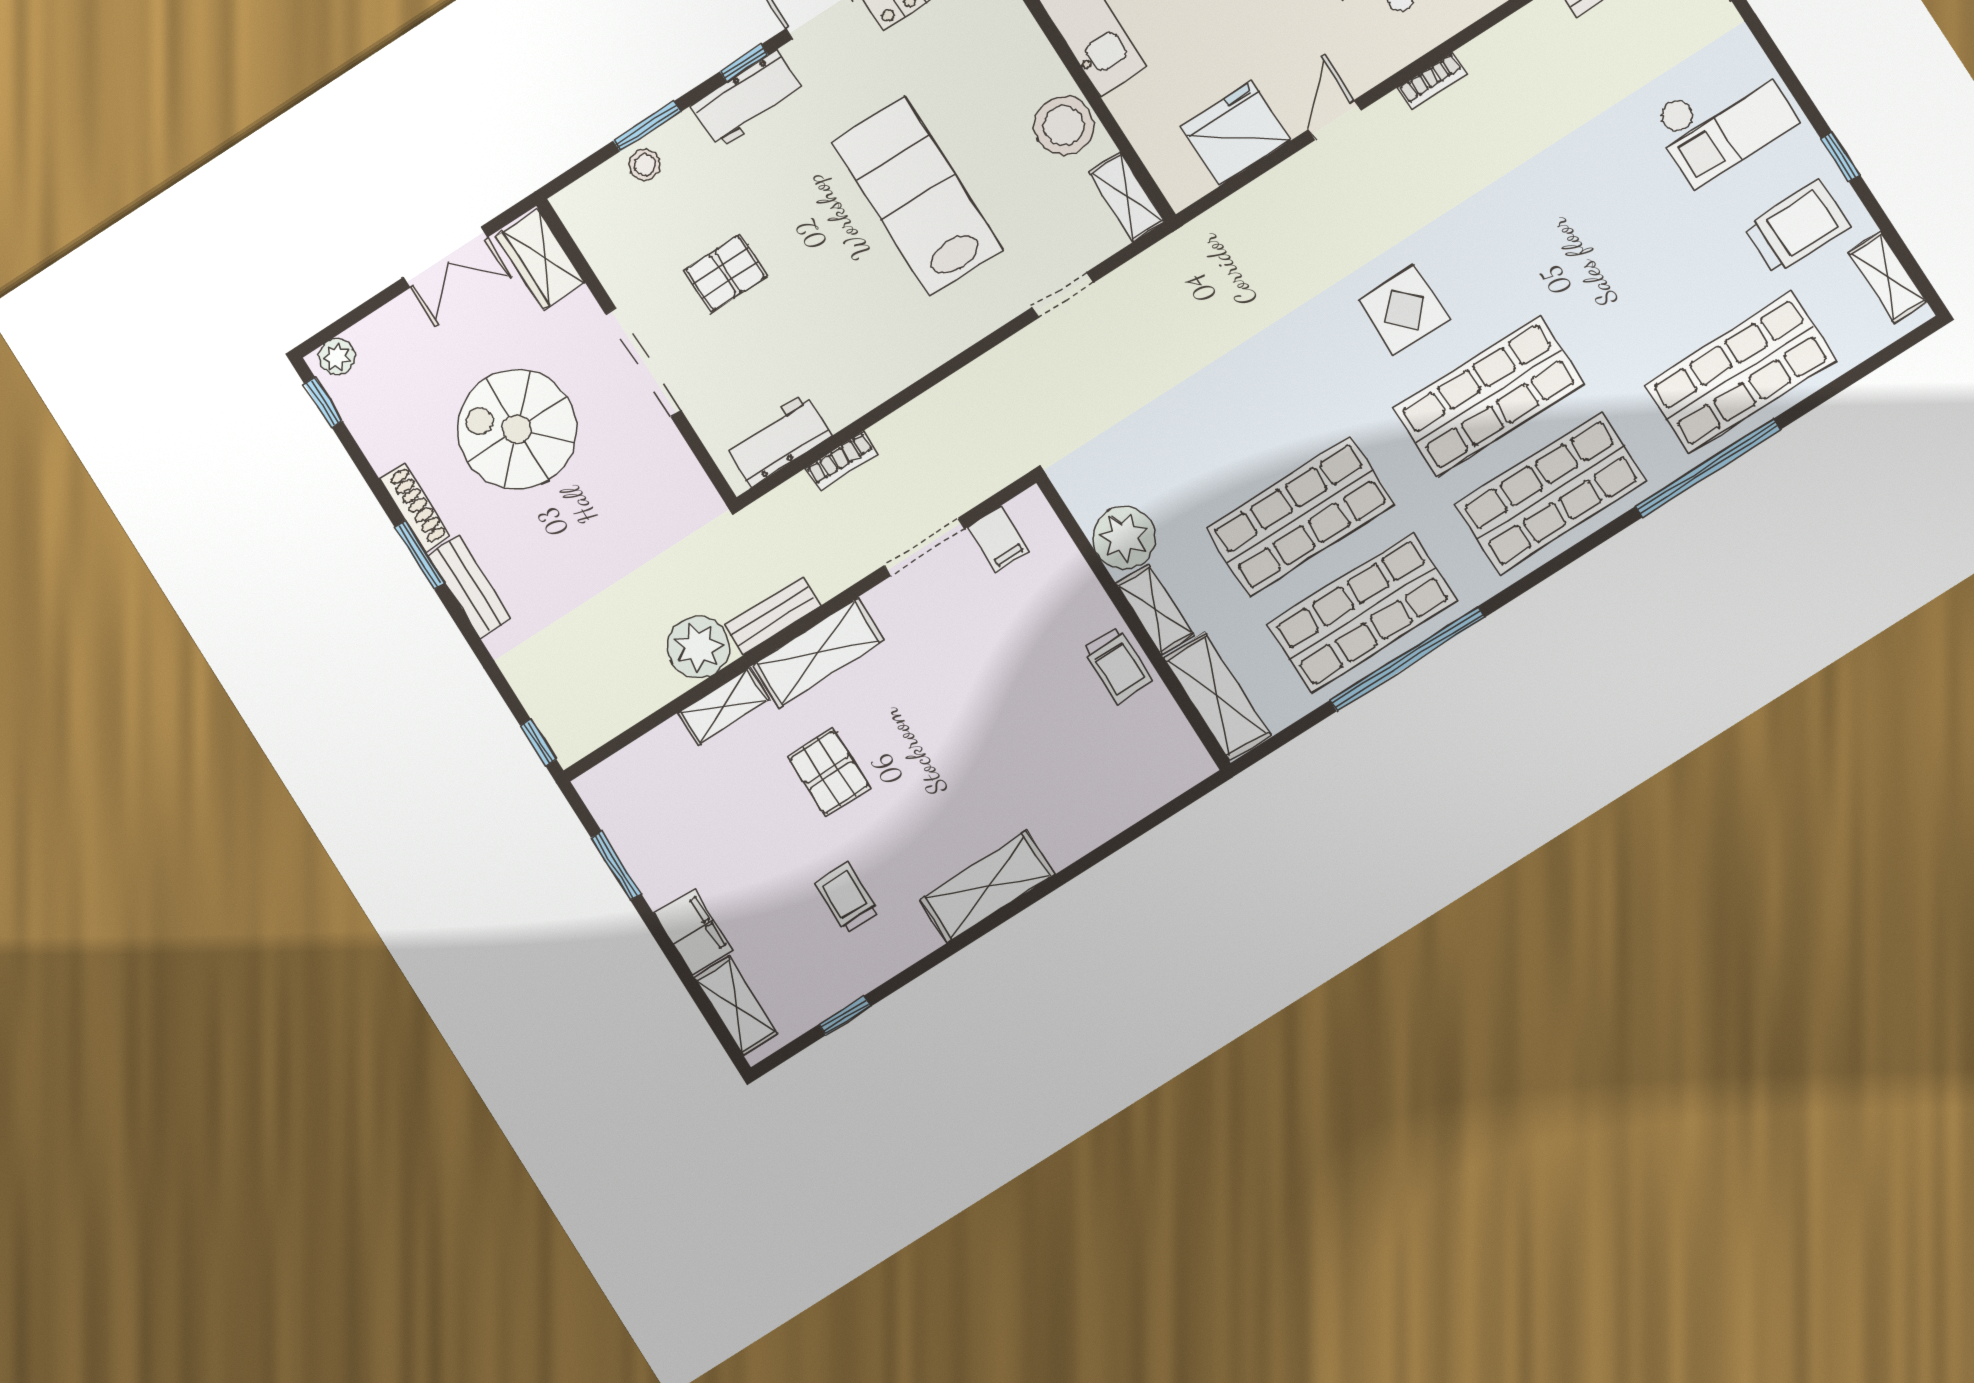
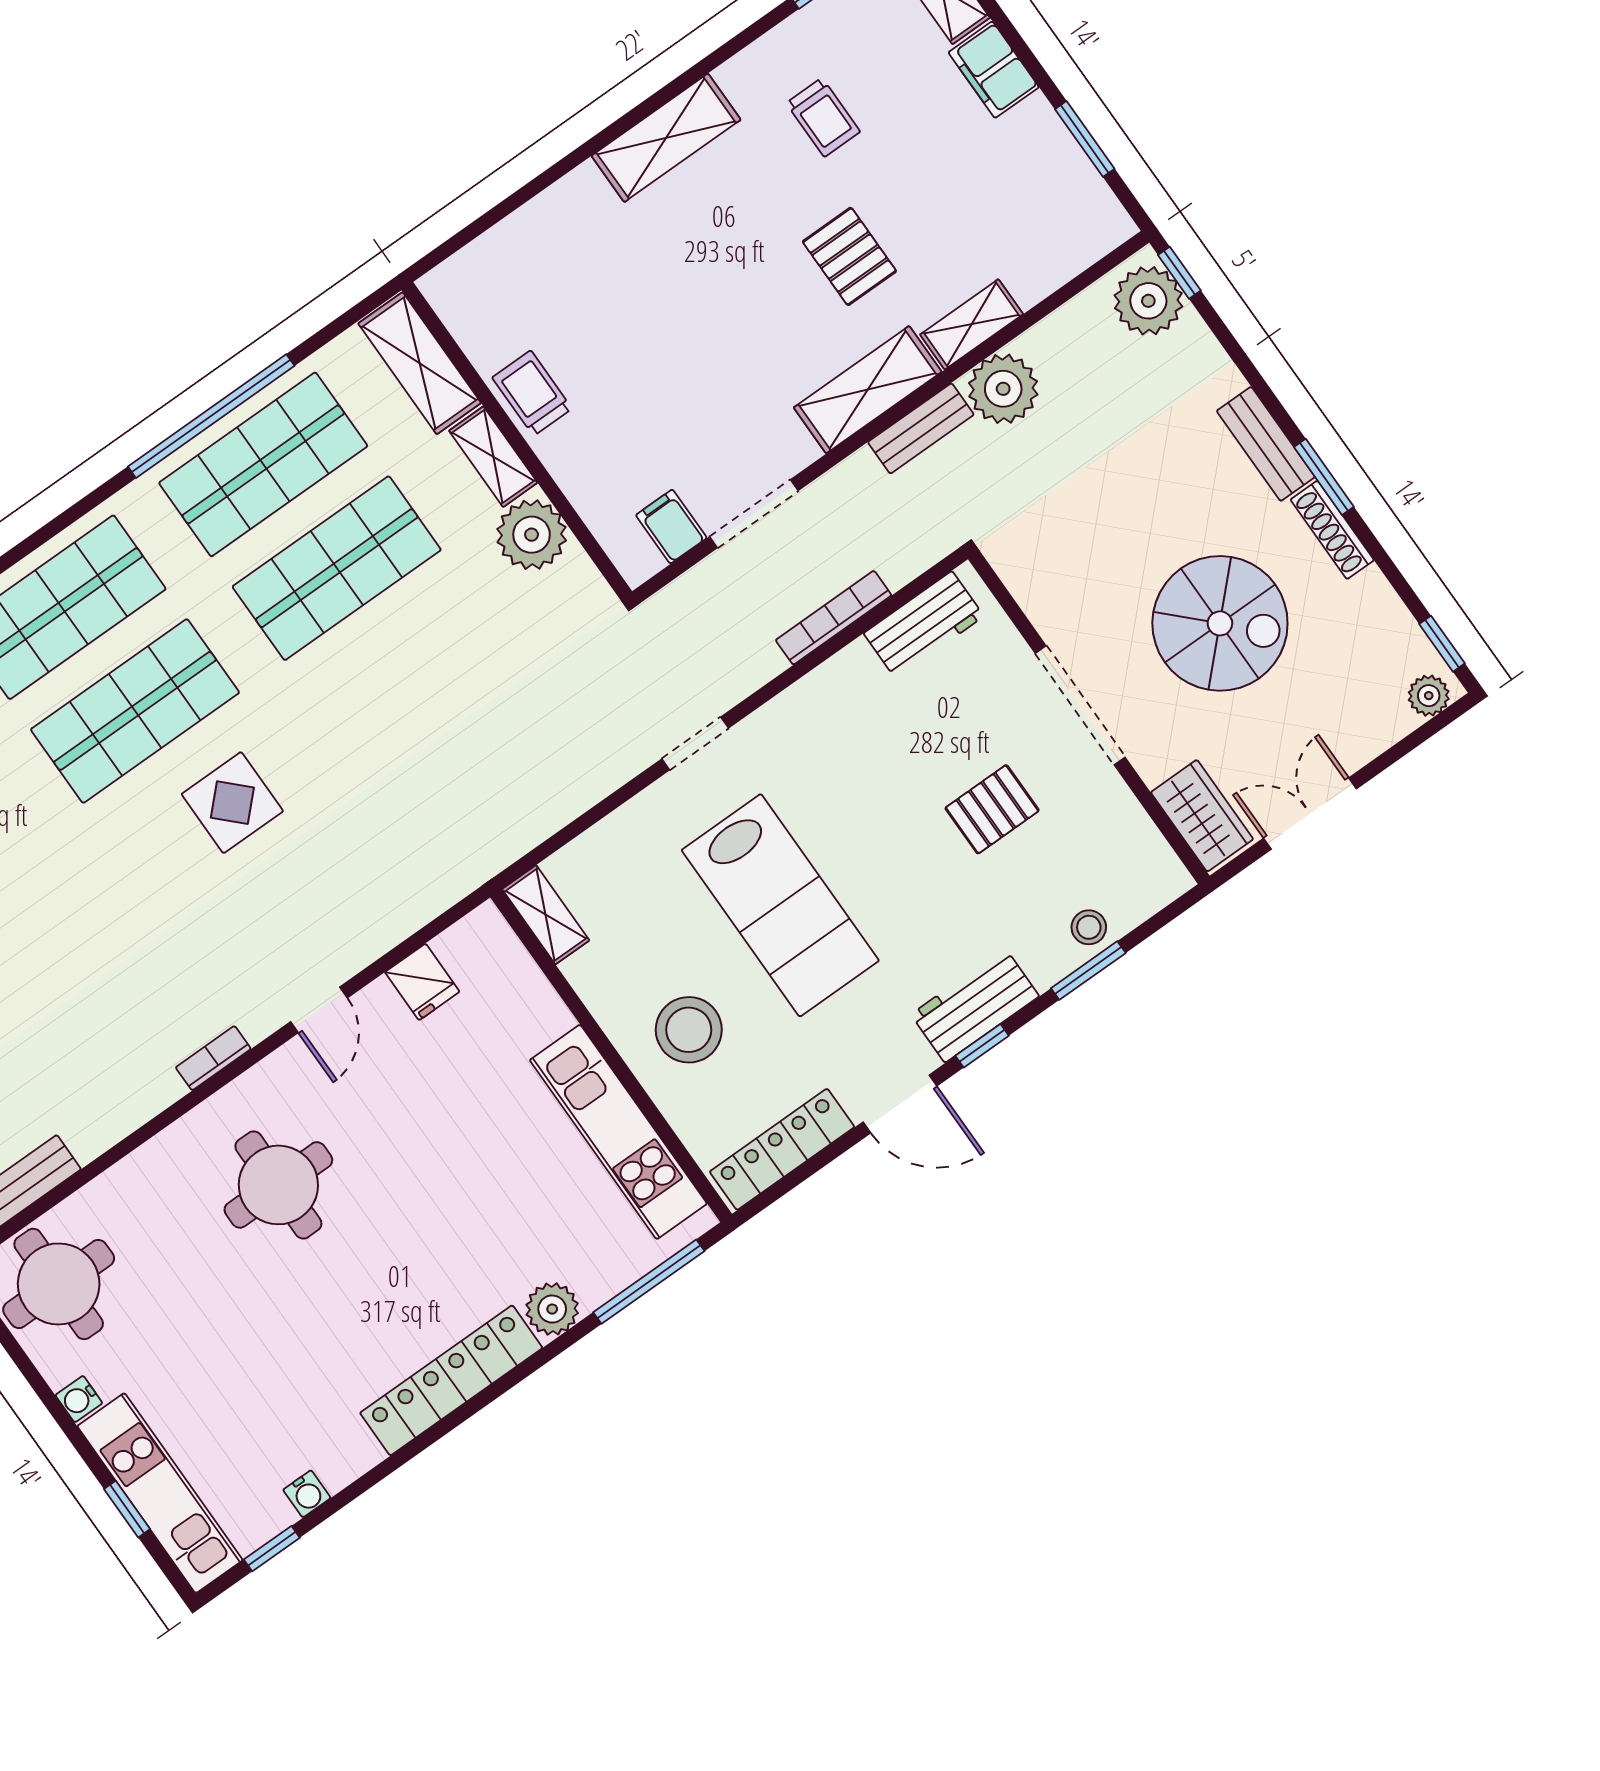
stool: (1064, 125) -> (689, 1030), moved
fridge: (1236, 134) -> (422, 982), width x0.53, depth x0.75
doorway: (1063, 295) -> (695, 743), moved
bookcase: (842, 461) -> (834, 618), width x1.56
plant: (567, 719) -> (1148, 301), added

